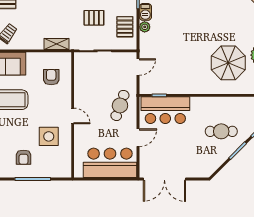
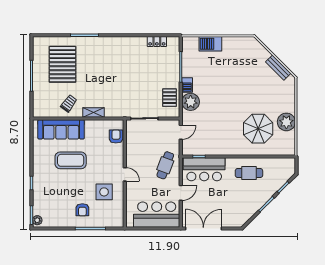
pallet: (94, 18) -> (143, 90), removed
plant: (145, 27) -> (191, 102), width x1.88, depth x1.88
shelving: (56, 44) -> (94, 113), moved
armchair: (51, 77) -> (116, 136), moved
cafe table: (221, 131) -> (249, 173), moved
double door: (164, 179) -> (203, 228), swing flipped

